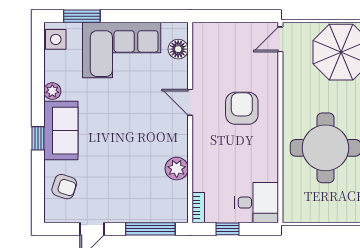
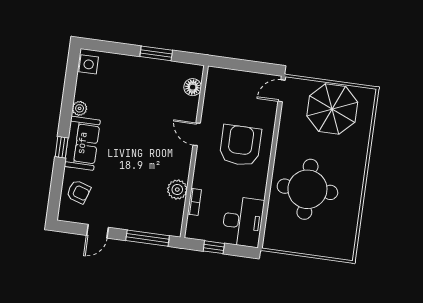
window: (82, 16) -> (156, 53), moved
corner sofa: (122, 50) -> (144, 81), removed
armchair: (242, 108) -> (240, 145), width x1.36, depth x1.36
desk: (257, 203) -> (243, 222), width x1.37
bookcase: (198, 208) -> (194, 202), moved

